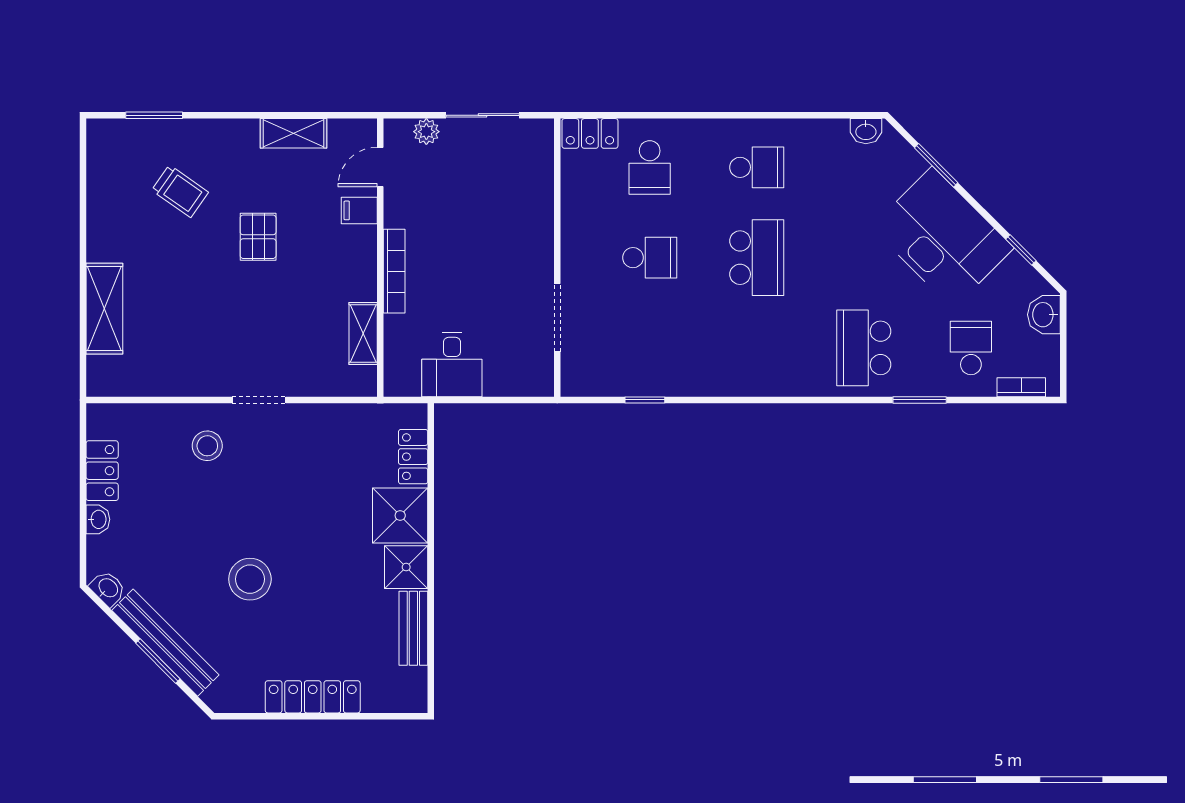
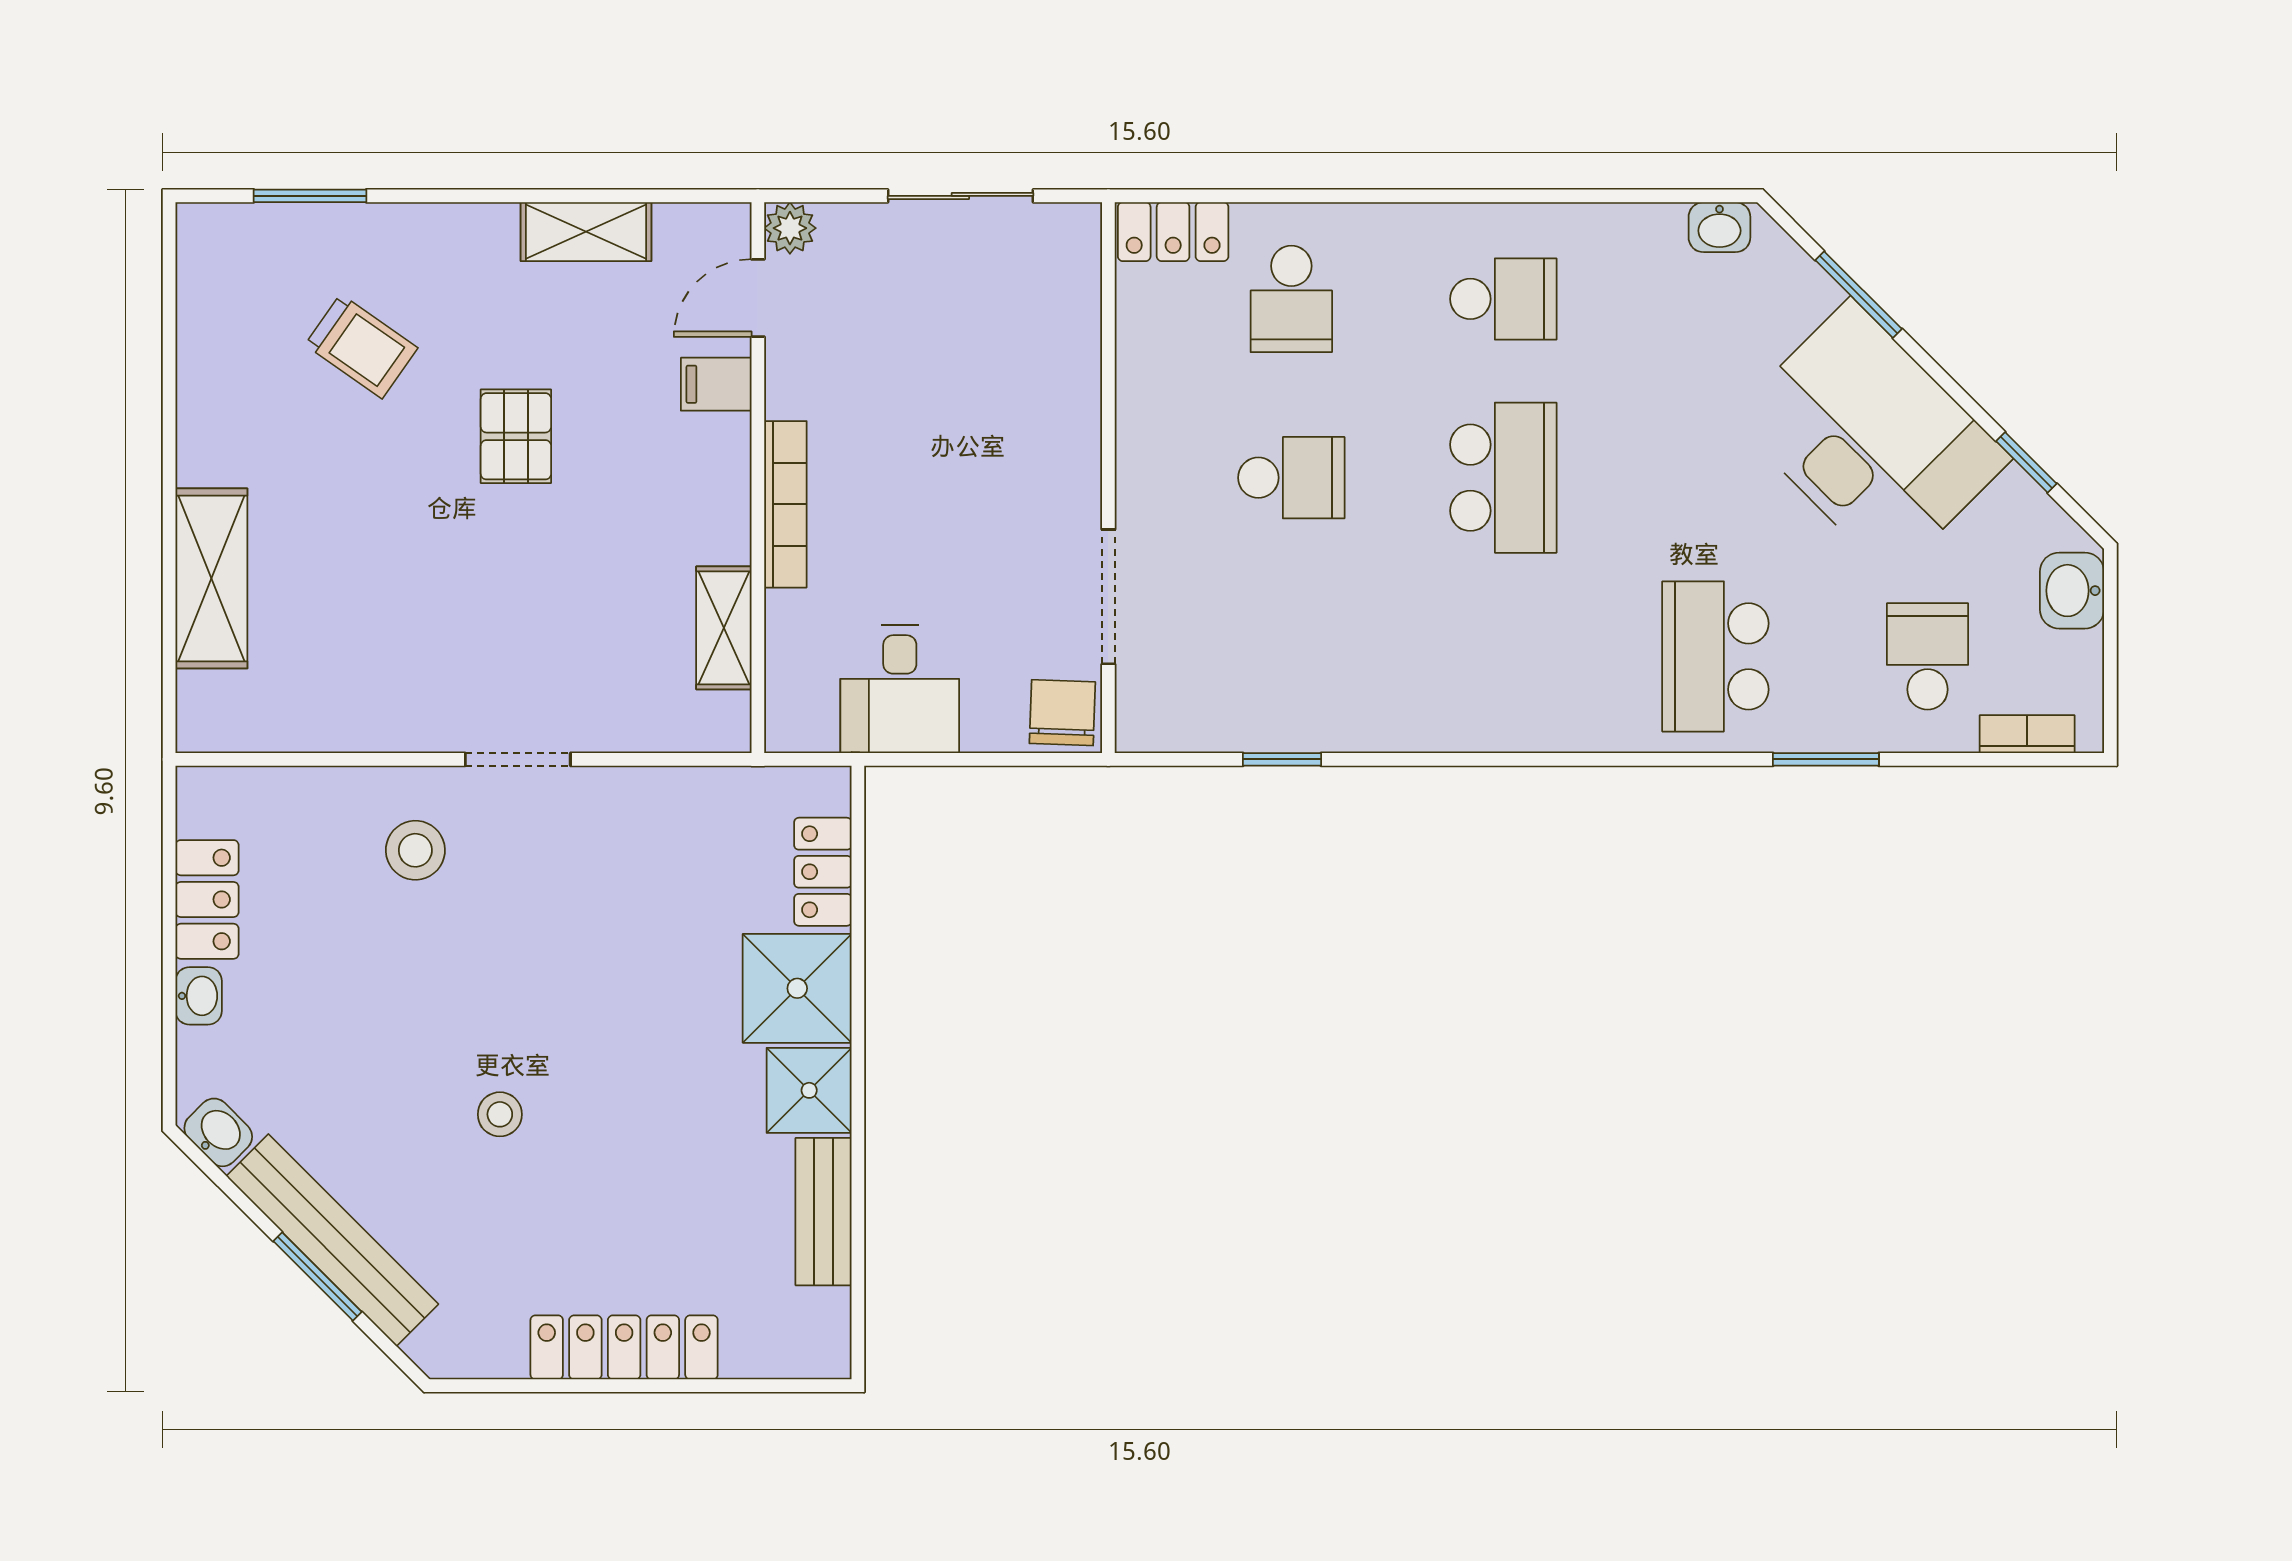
plant: (426, 132) -> (790, 228), moved
chair: (534, 376) -> (1062, 713), added
stool: (250, 579) -> (500, 1114), width x0.53, depth x0.53

